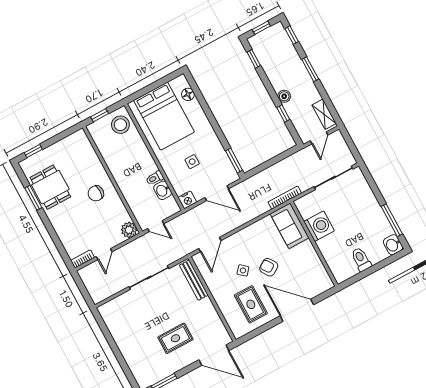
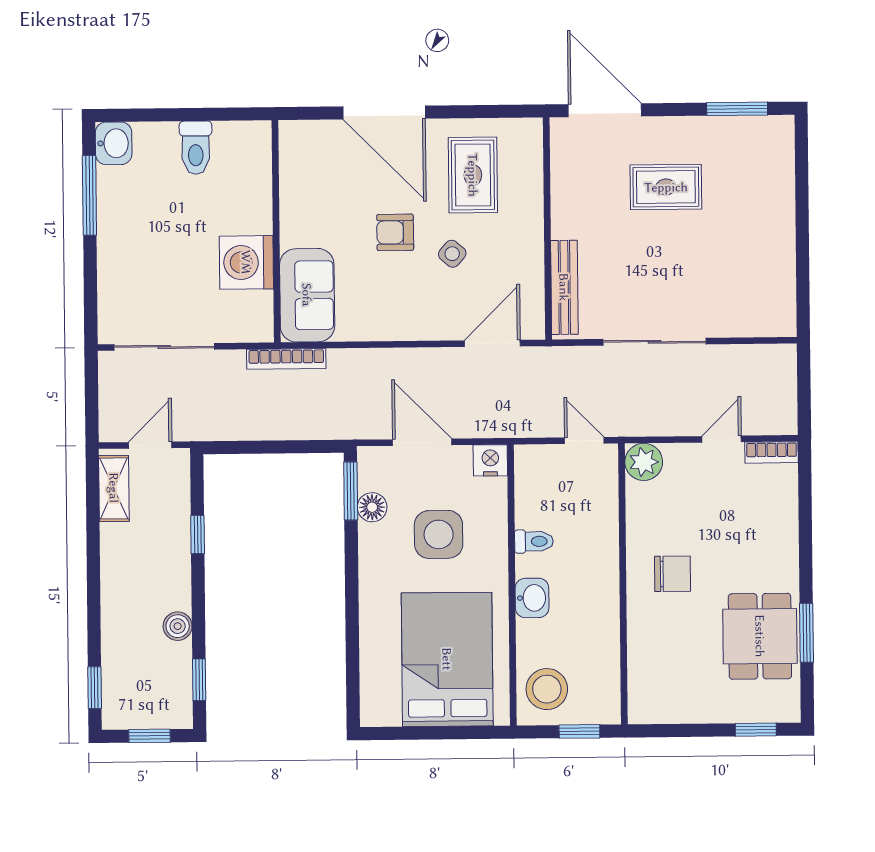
window: (310, 69) -> (94, 597), removed
floor lamp: (188, 94) -> (372, 507), moved
boiler: (284, 96) -> (178, 626), moved
side table: (192, 162) -> (439, 534), width x1.87, depth x1.87
washbasin: (163, 190) -> (532, 598), moved
armchair: (269, 267) -> (395, 232), turned 124

